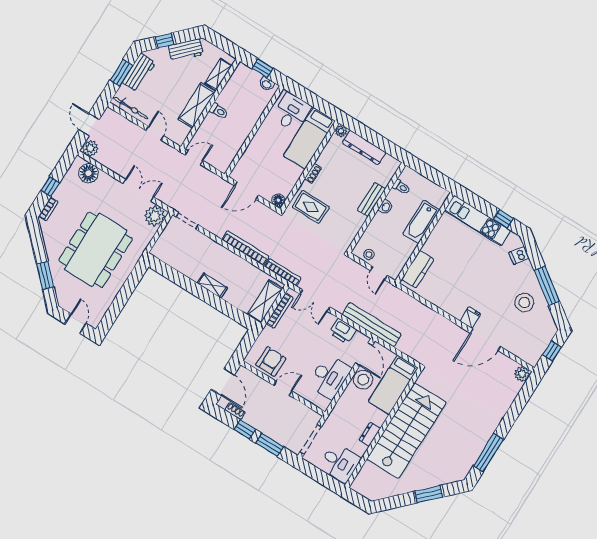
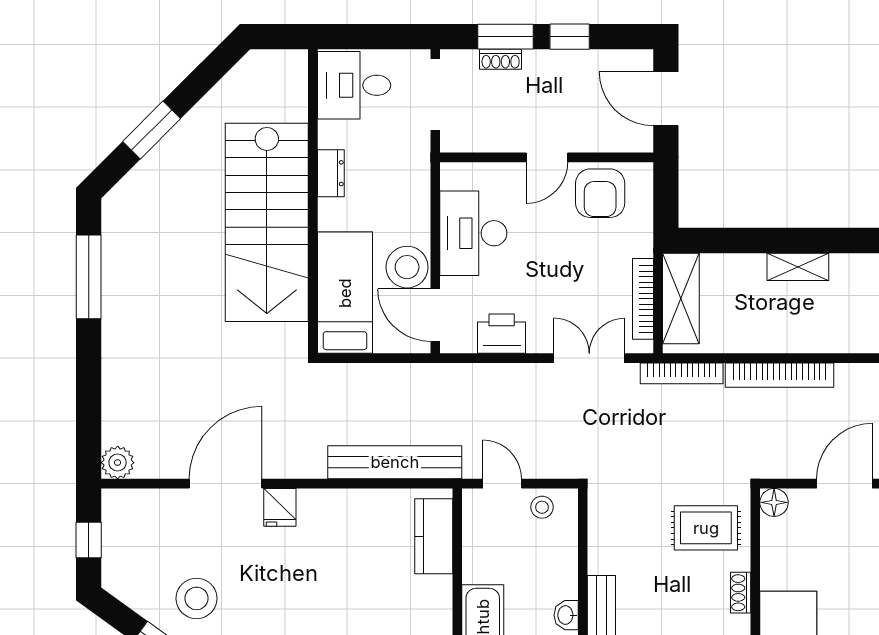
bench: (372, 325) -> (395, 462), moved
shoe rack: (235, 411) -> (501, 59), moved

